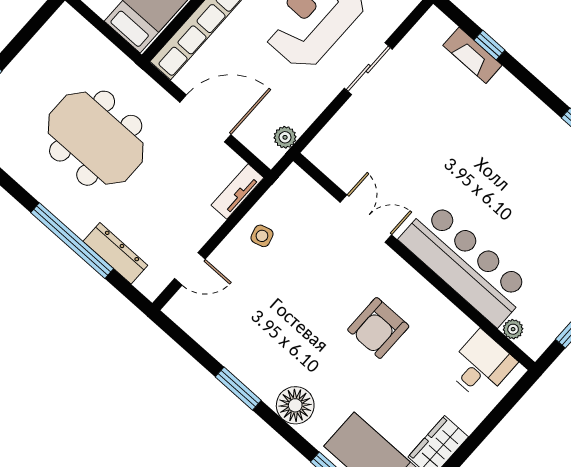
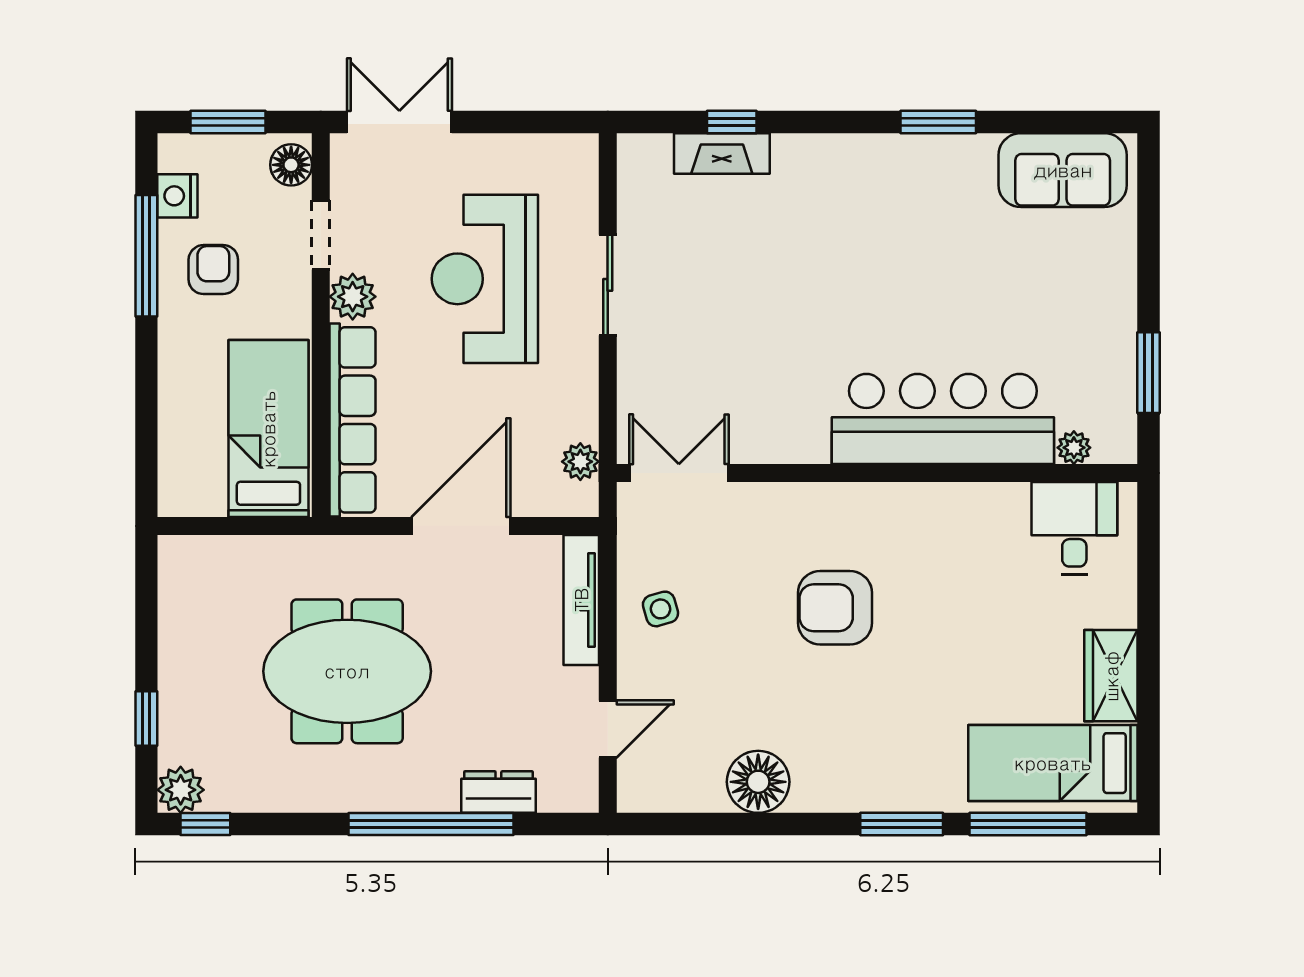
tv unit: (237, 191) -> (581, 600), width x1.41
double door: (366, 219) -> (679, 473), moved
dresser: (115, 253) -> (498, 792), width x0.70
armchair: (378, 328) -> (835, 608), moved, turned 90
window: (238, 389) -> (902, 824), moved
floor lamp: (295, 405) -> (758, 782), moved

